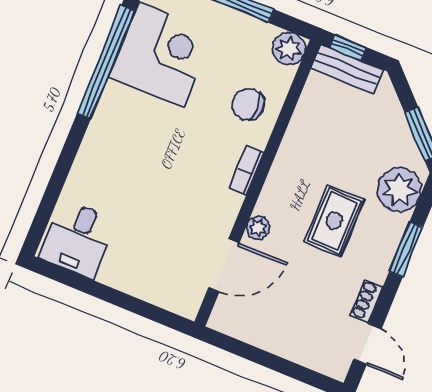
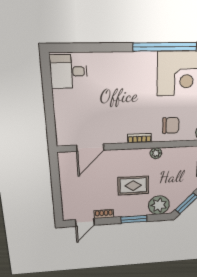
chair: (248, 105) -> (171, 125), turned 90
plant: (258, 228) -> (156, 153), moved
door: (224, 265) -> (90, 148), hinge flipped

